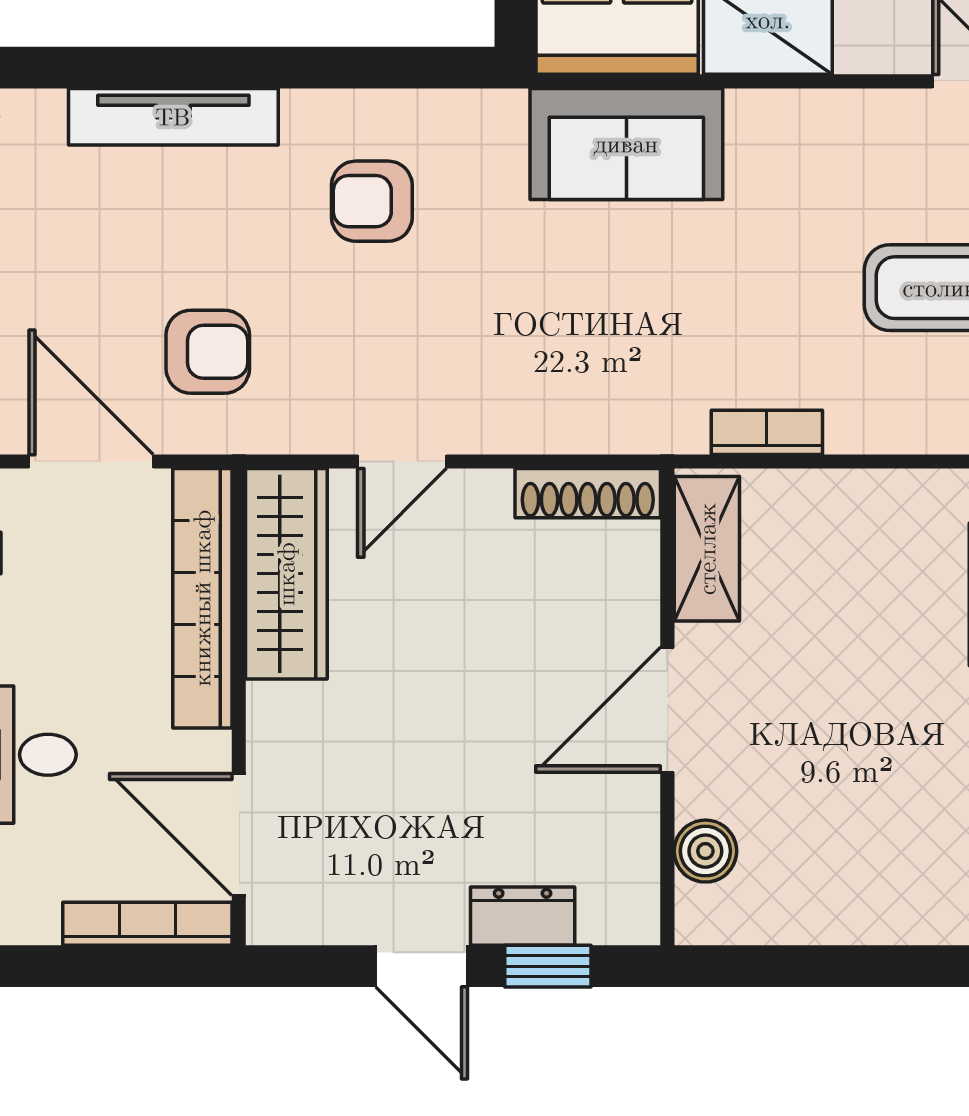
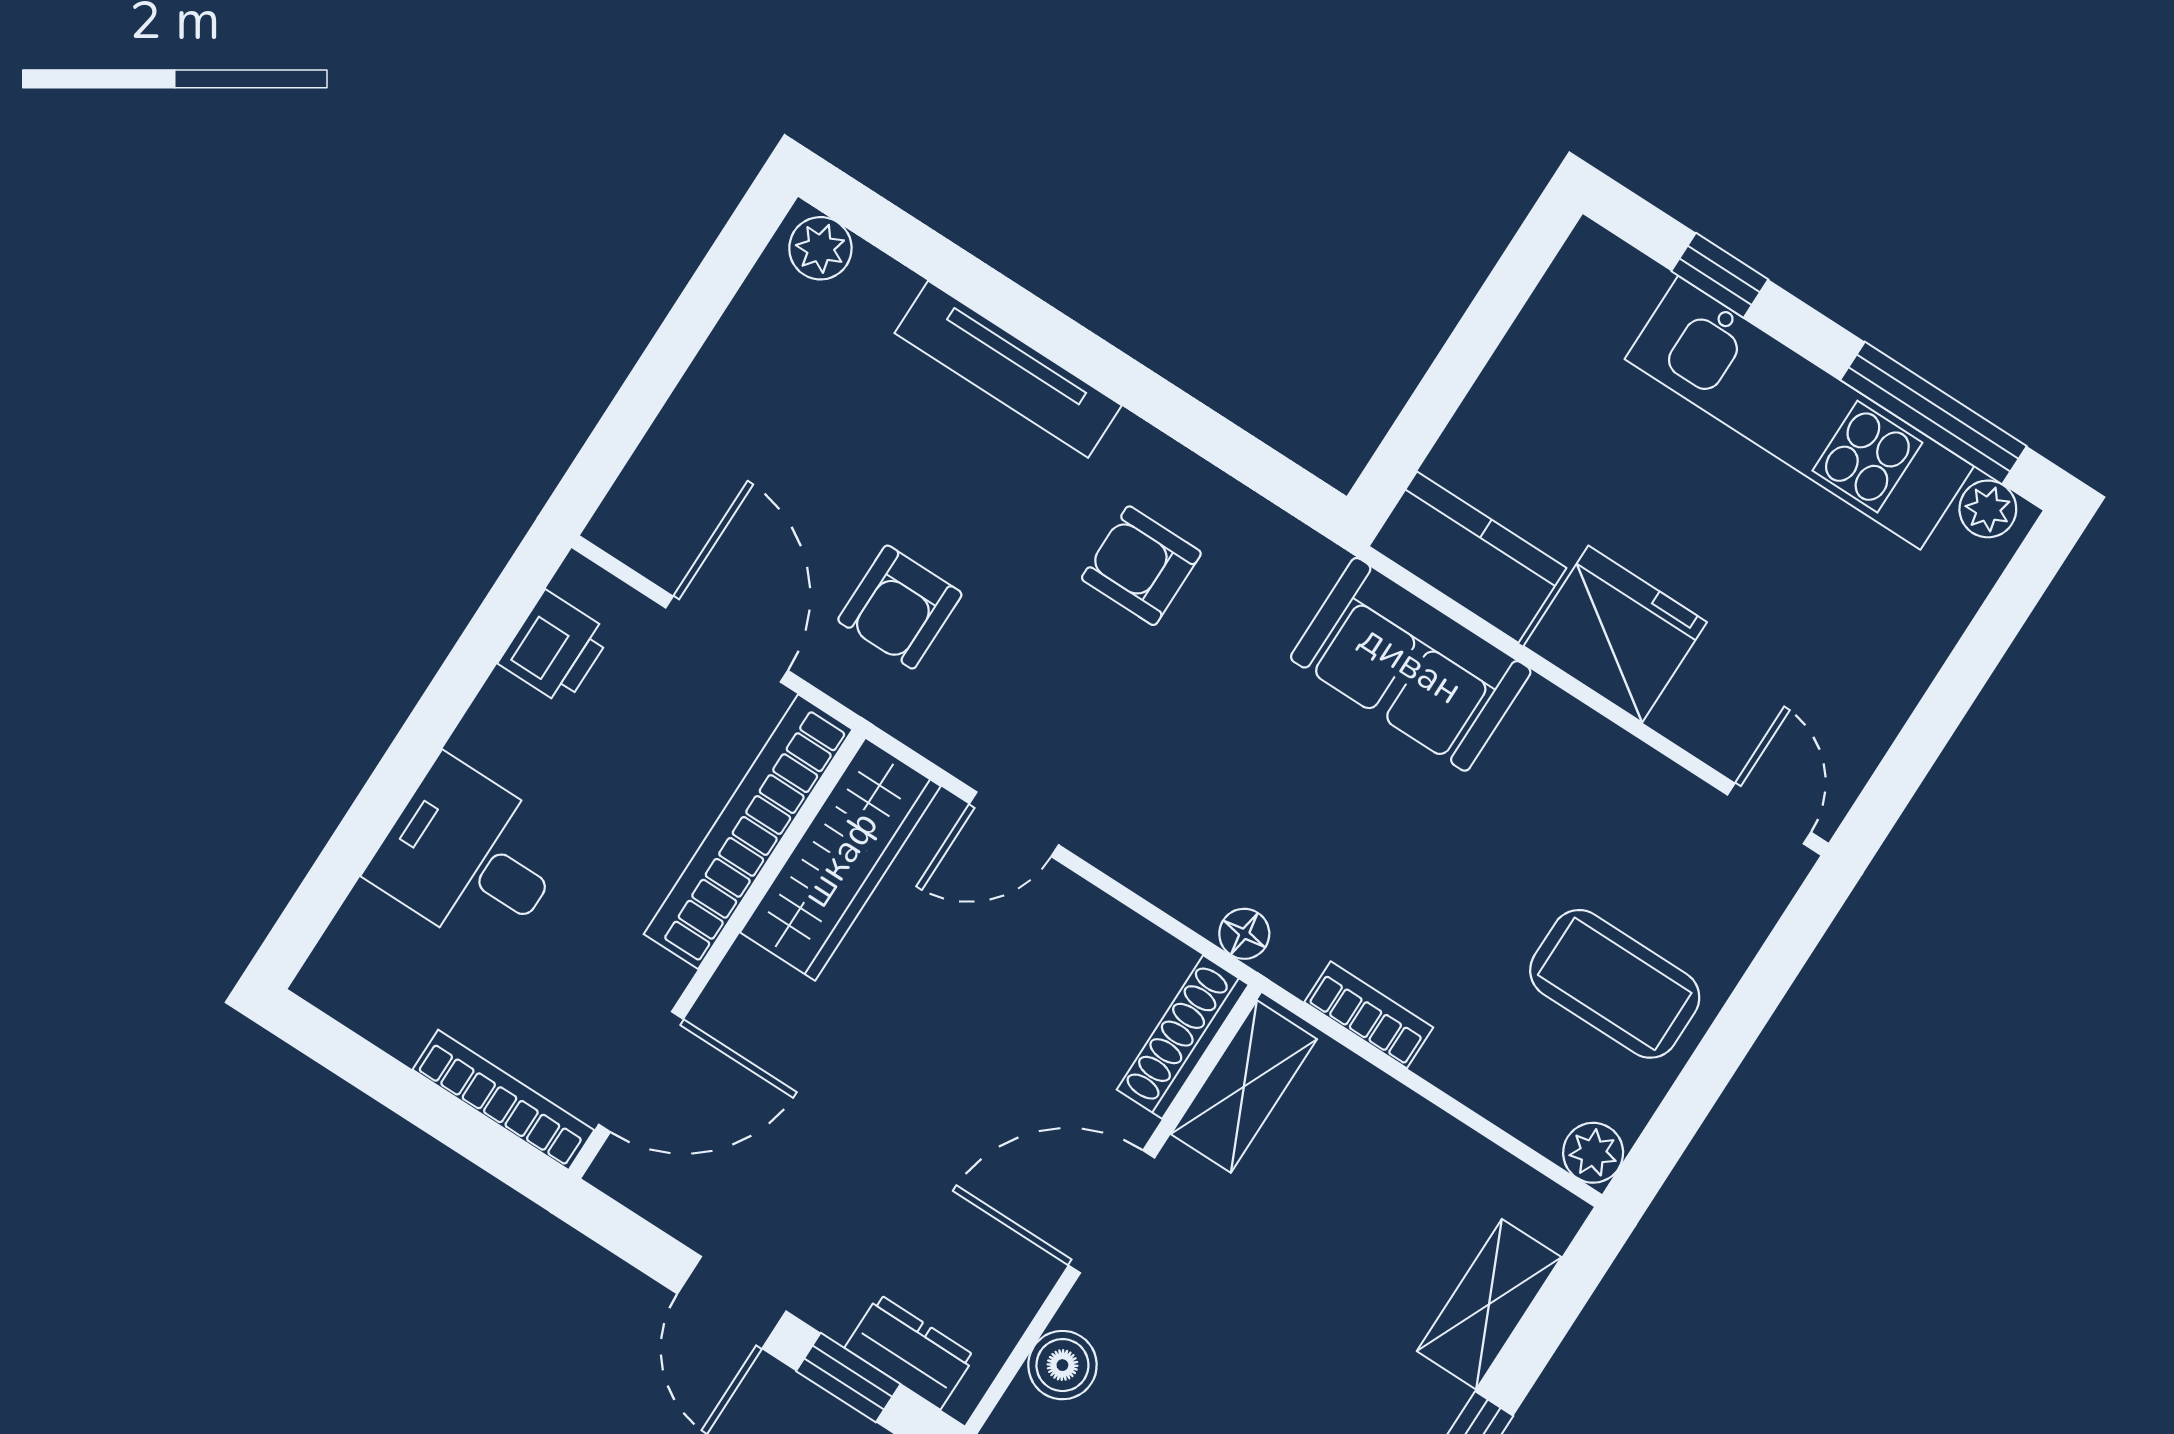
armchair: (208, 352) -> (900, 607), turned 90
floor lamp: (632, 432) -> (1244, 934), added
shoe rack: (588, 493) -> (1183, 1037), moved, turned 90
door: (239, 834) -> (641, 1072), swing flipped
dresser: (523, 916) -> (910, 1352), moved

